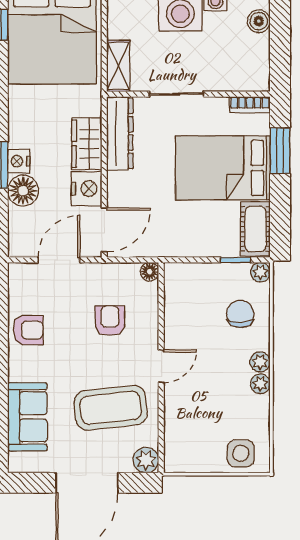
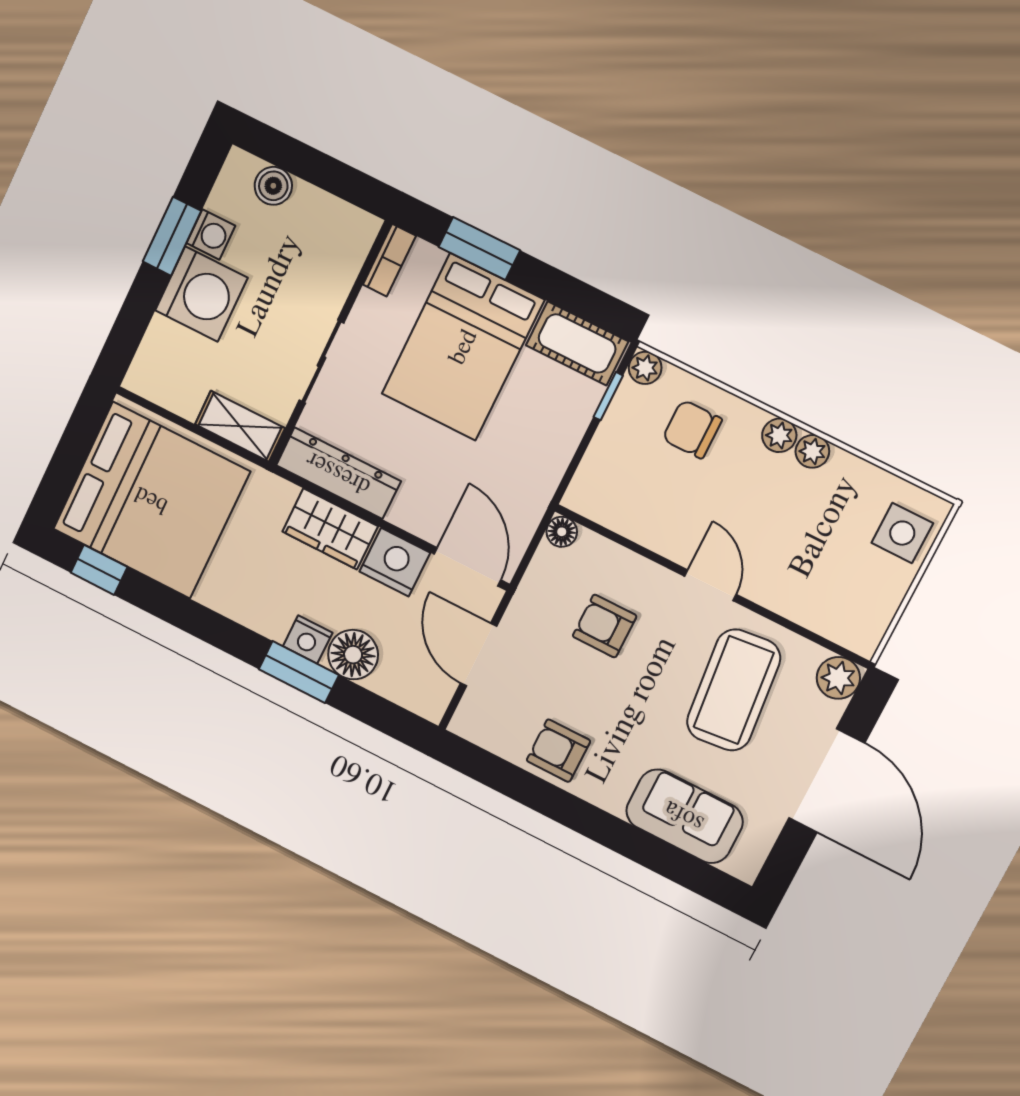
armchair: (28, 330) -> (558, 751), turned -90

